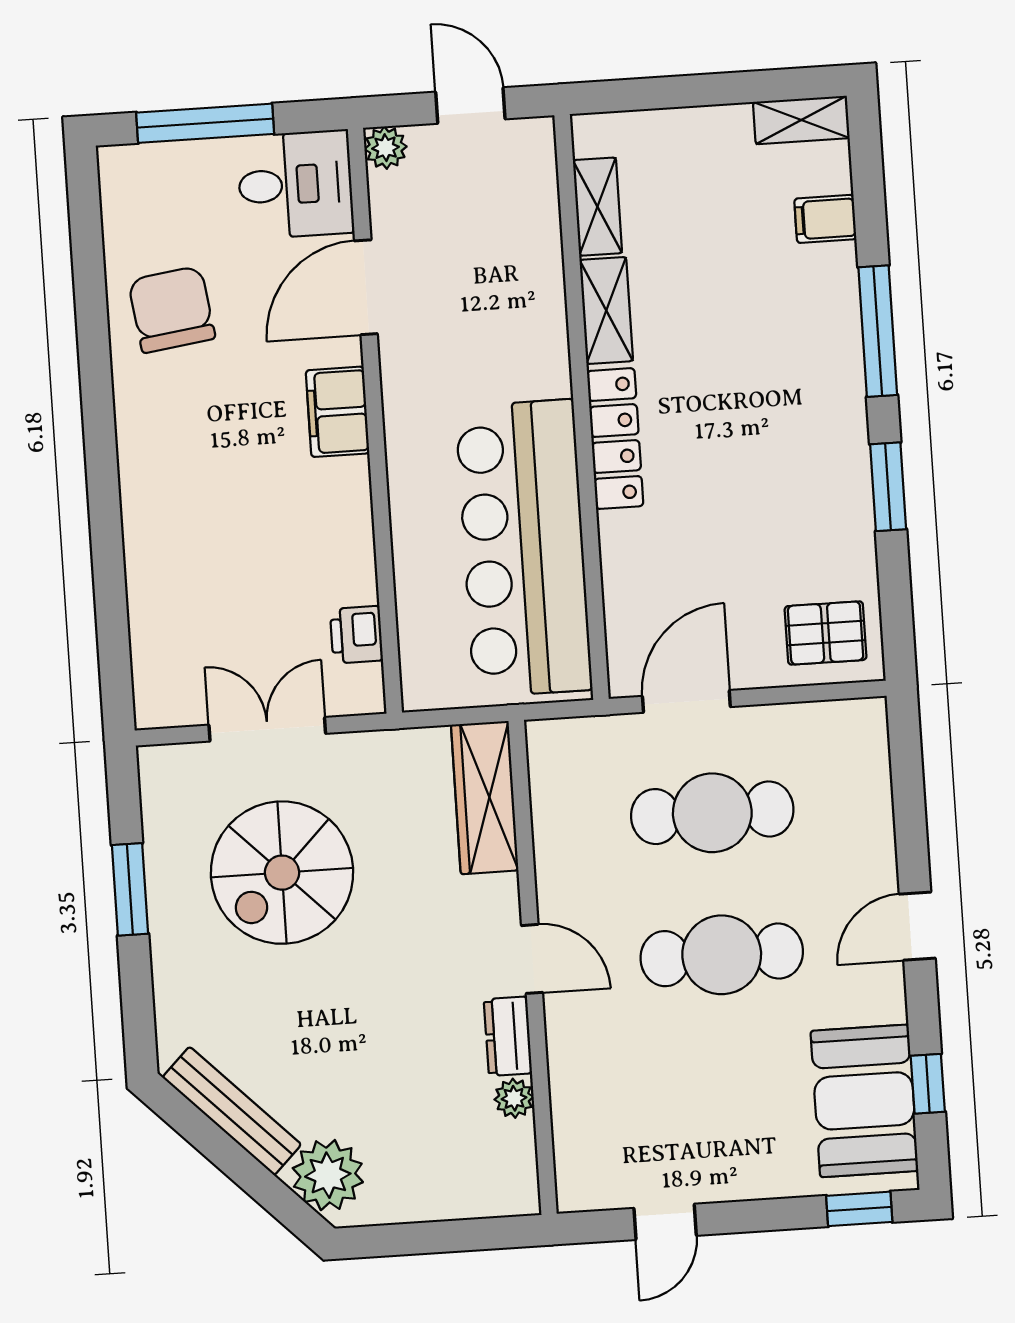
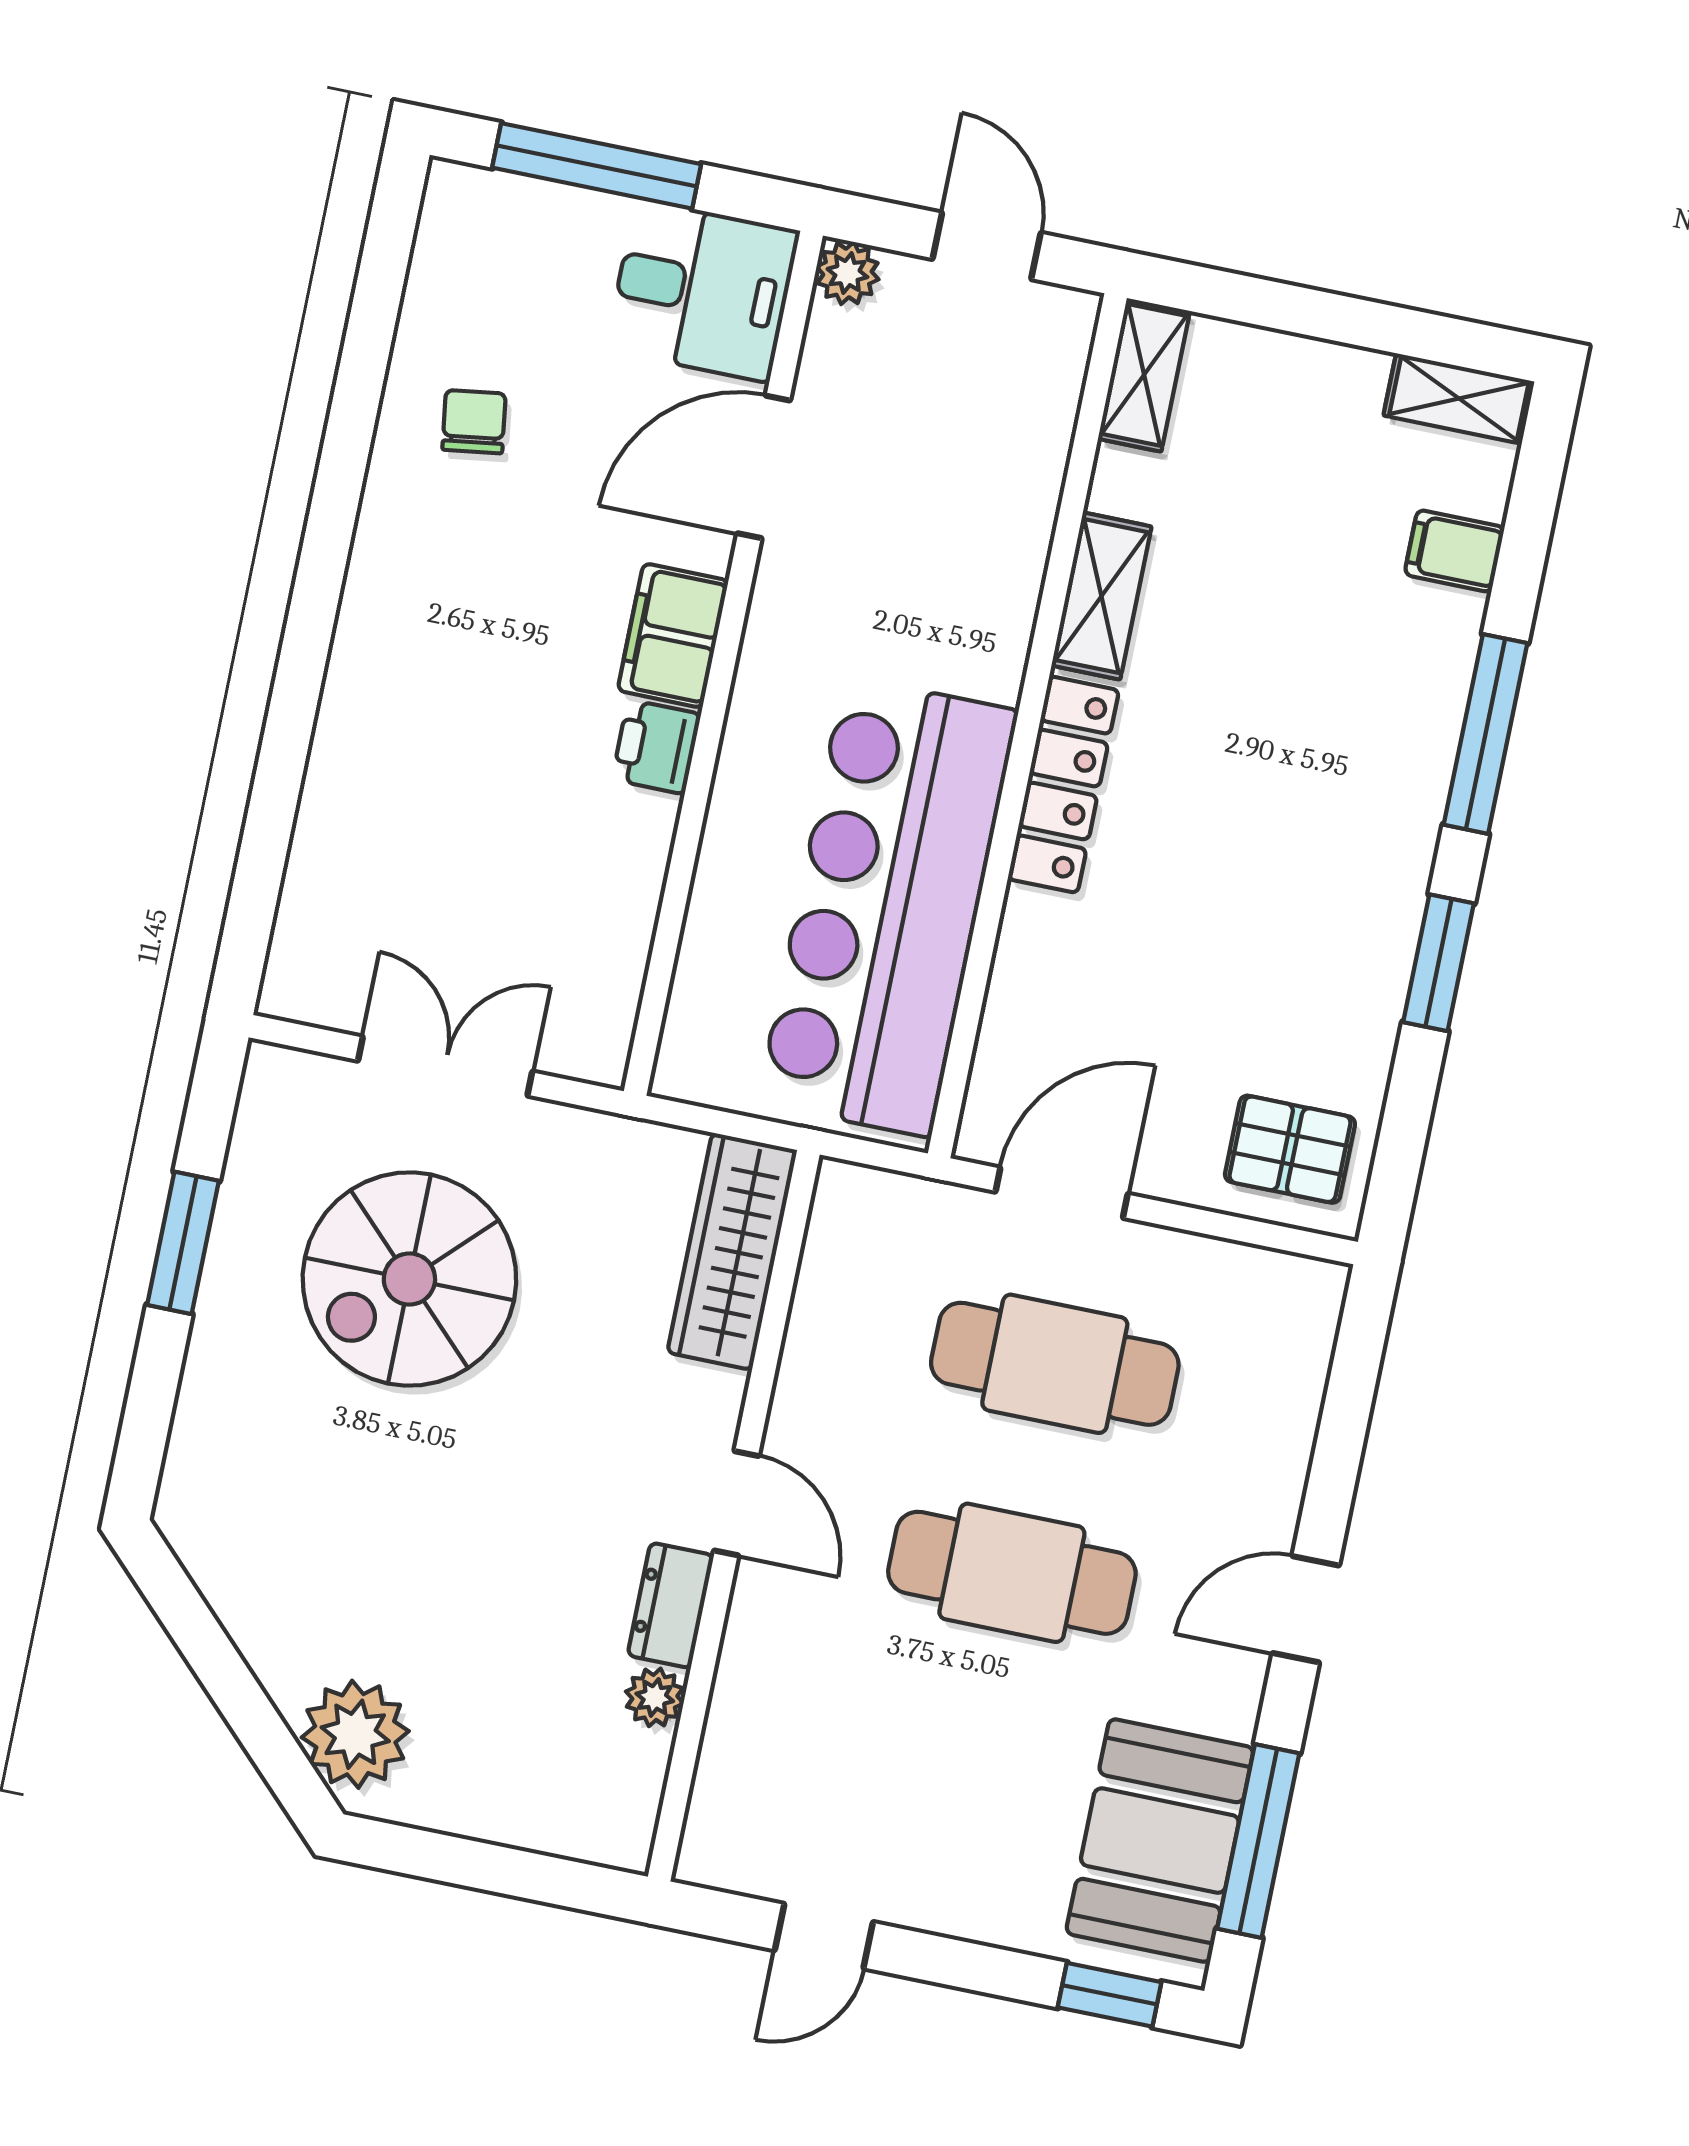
shelving: (597, 207) -> (1144, 375), moved
chair: (172, 309) -> (474, 422), width x0.54, depth x0.54
printer: (356, 635) -> (656, 747), moved
window: (928, 1084) -> (1258, 1841), width x2.17
bench: (232, 1111) -> (242, 1603), removed

